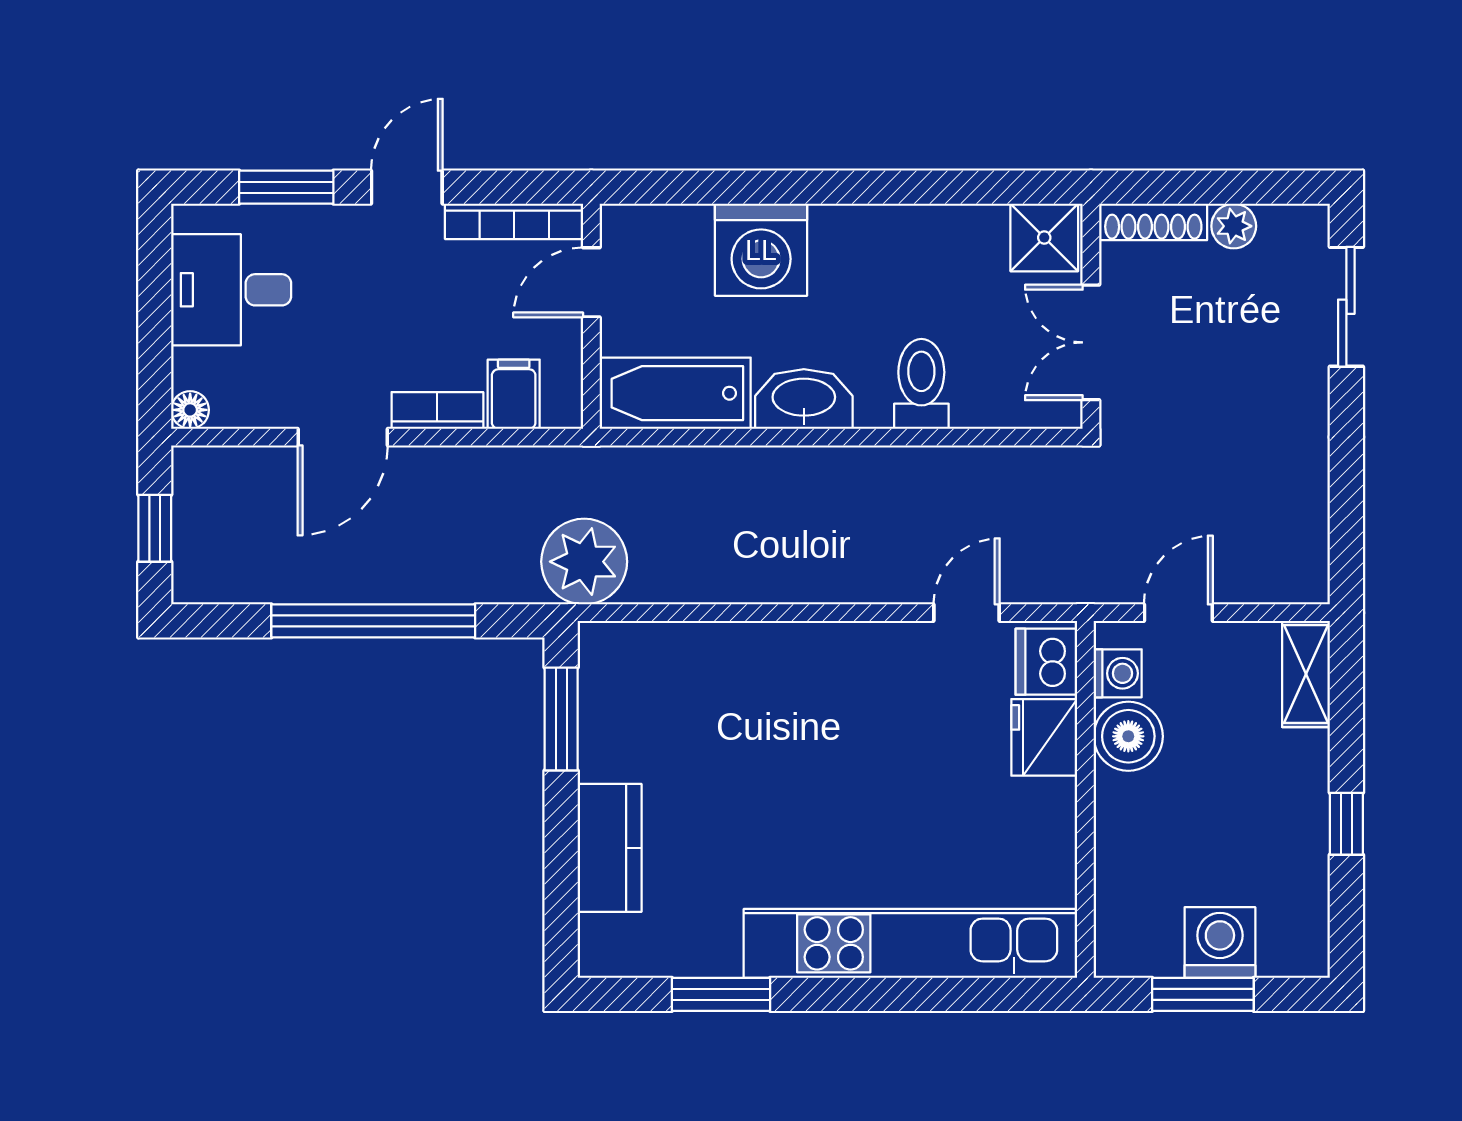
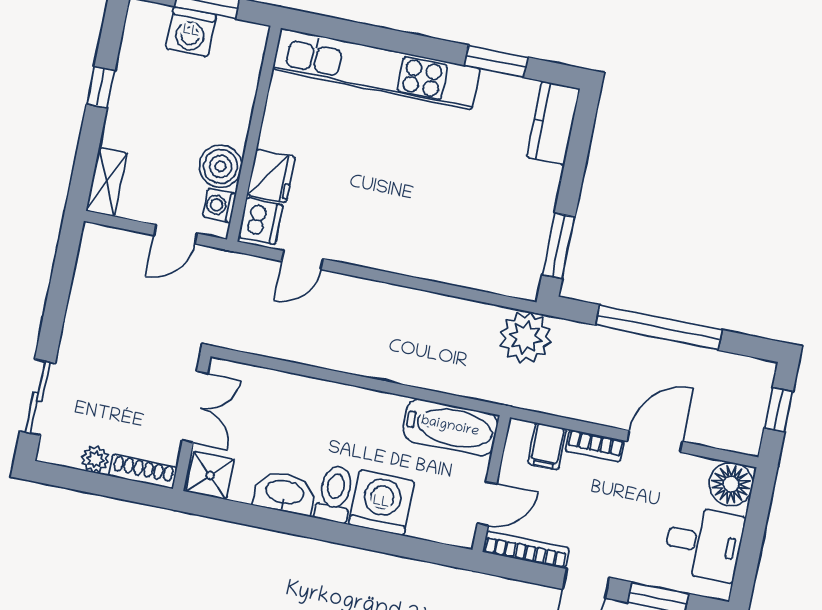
toilet: (921, 384) -> (335, 494), moved, turned 180
washbasin: (804, 399) -> (285, 493), moved, turned 180
floor lamp: (190, 410) -> (731, 484), width x1.89, depth x1.89
kitchen counter: (610, 848) -> (553, 123), moved

